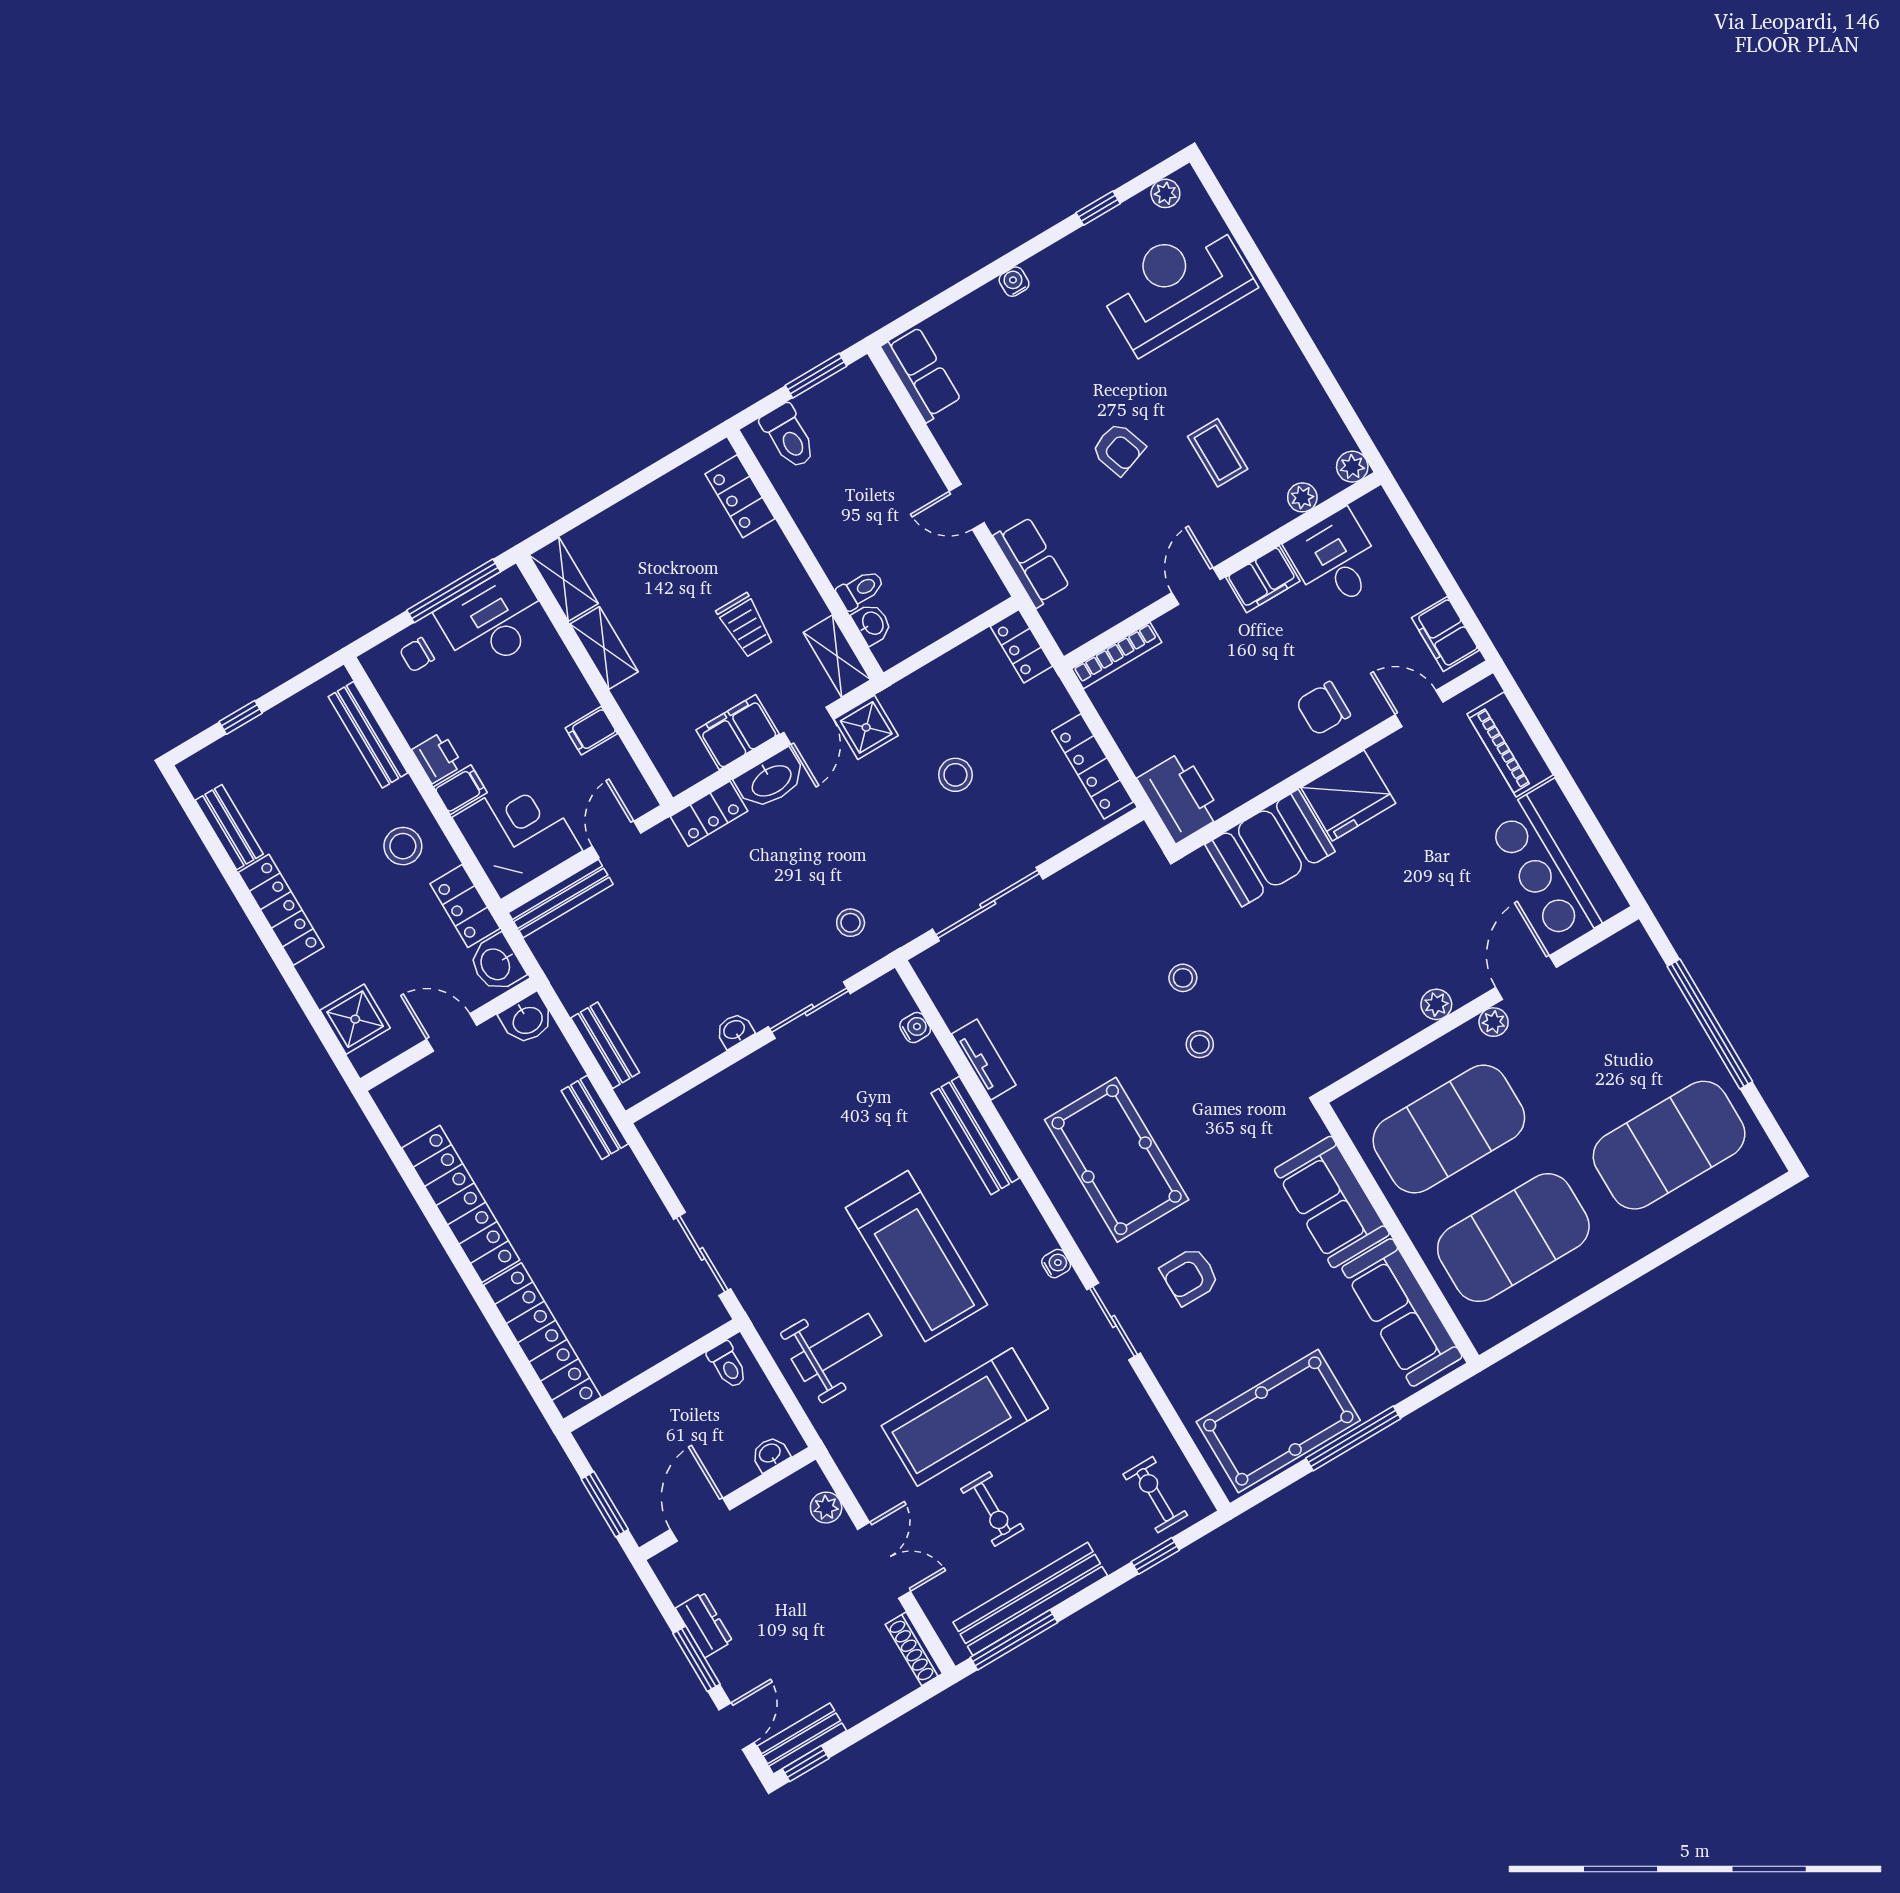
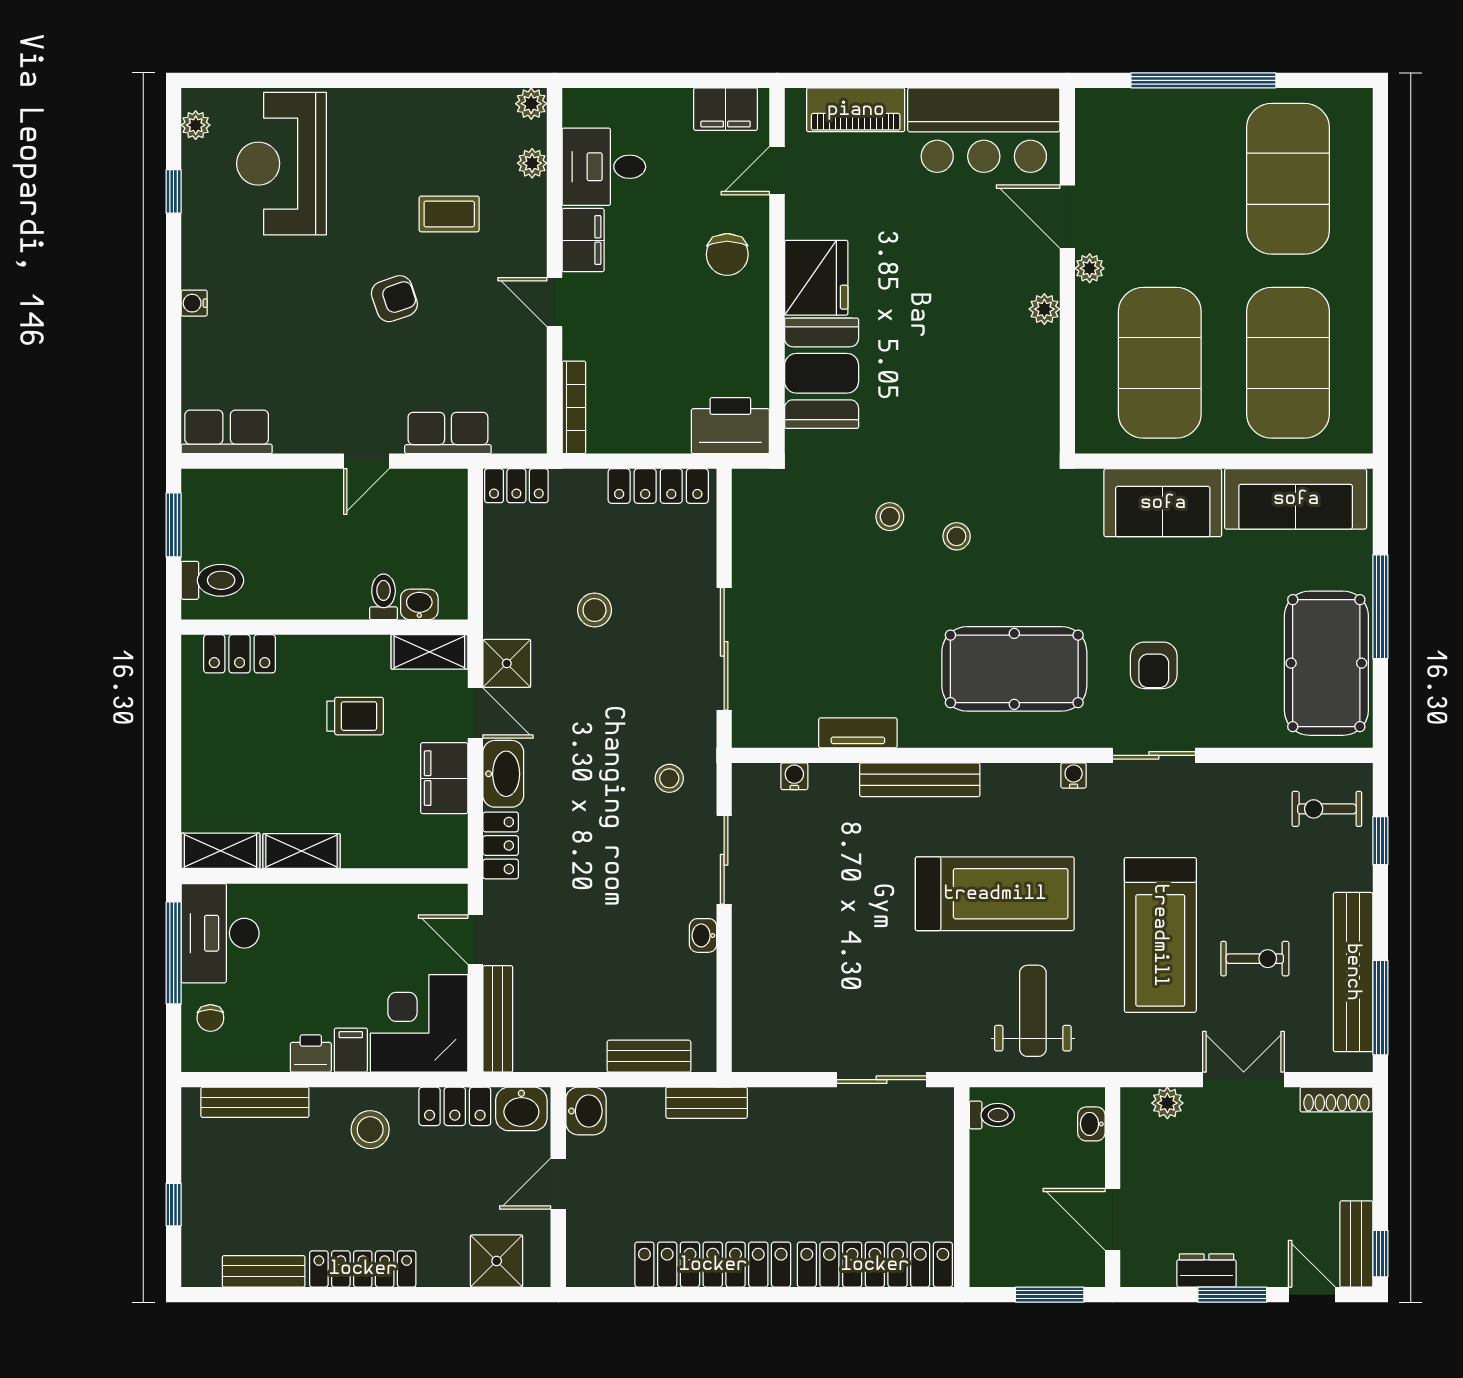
filing cabinet: (591, 731) -> (367, 905), removed

